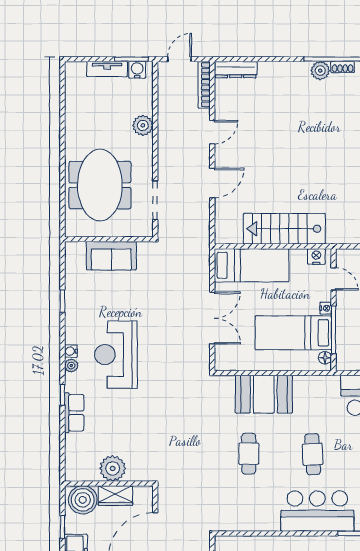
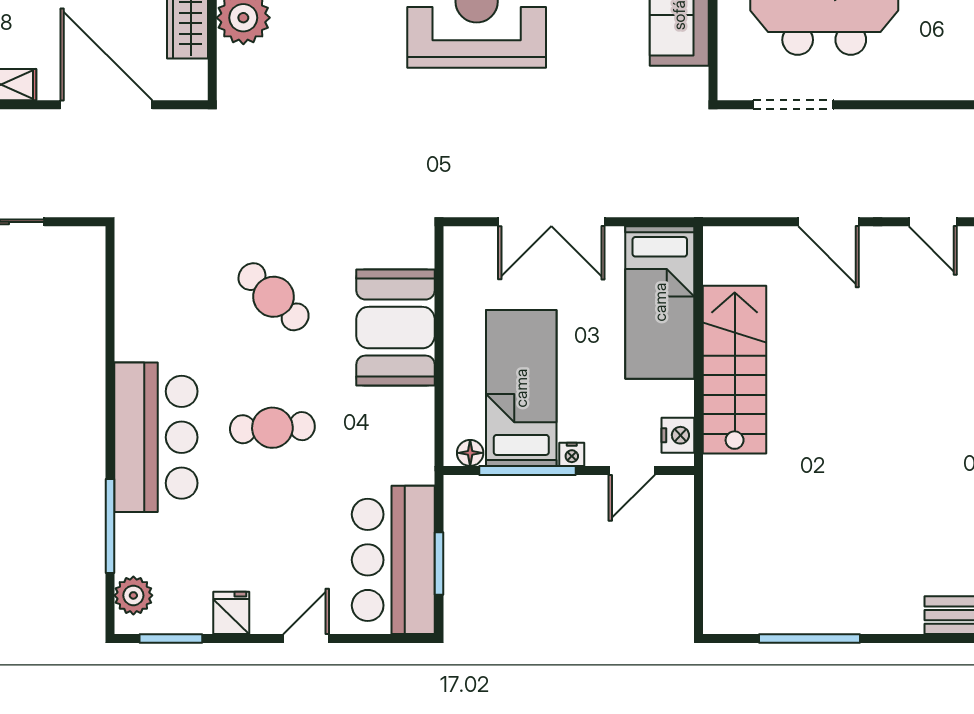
plant: (143, 125) -> (947, 80), removed
cafe table: (249, 454) -> (274, 297), turned 43

